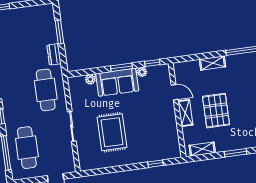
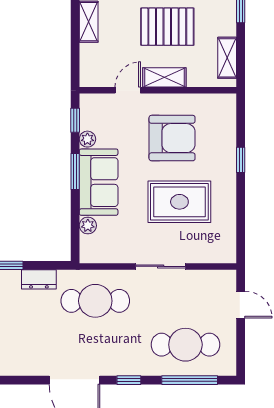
armchair: (150, 123) -> (172, 138), added
window: (156, 164) -> (241, 160), moved

